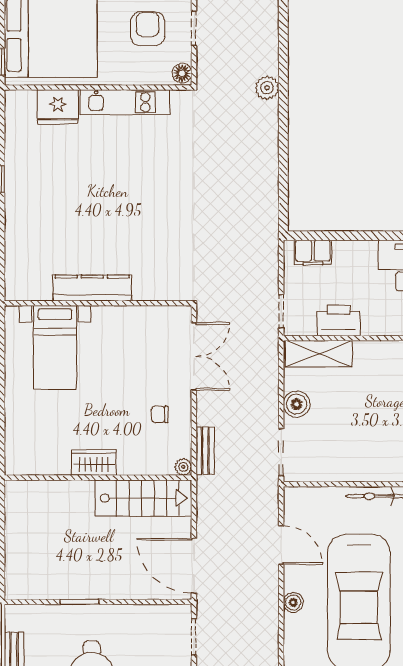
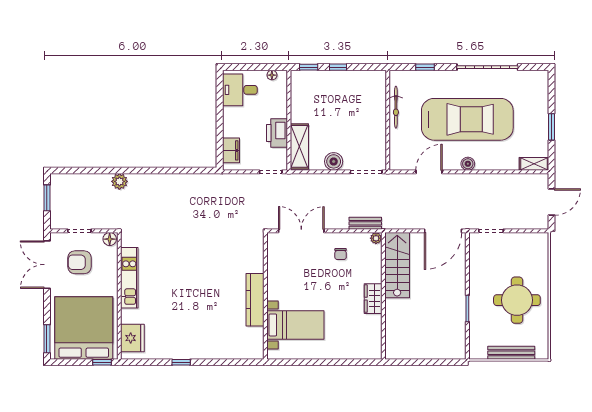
fridge: (58, 107) -> (132, 338), moved

